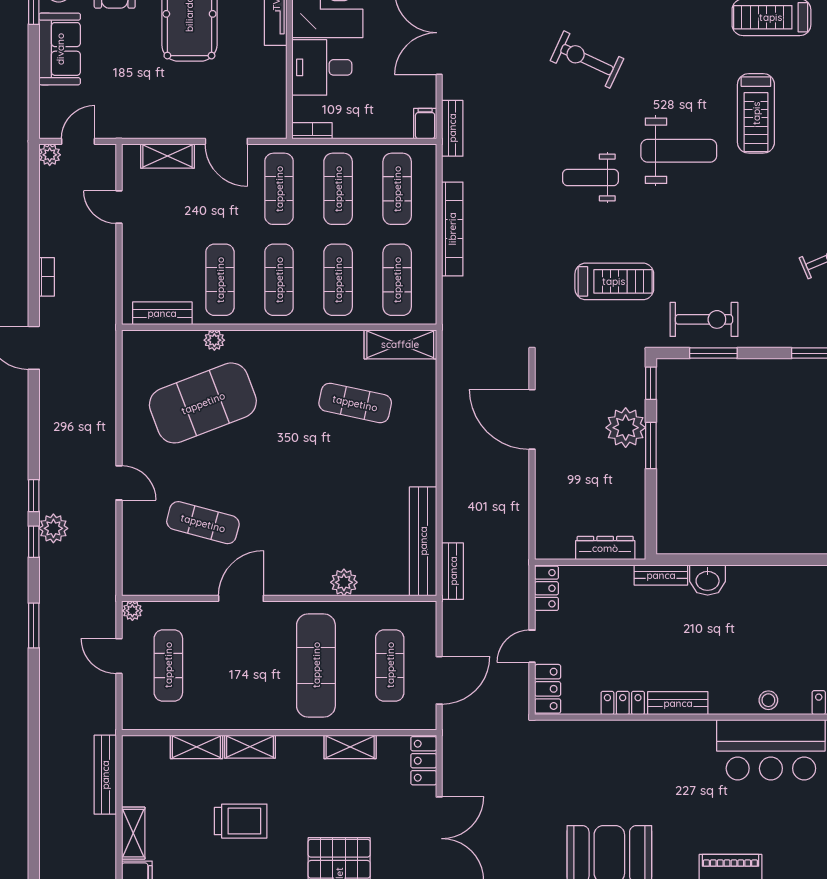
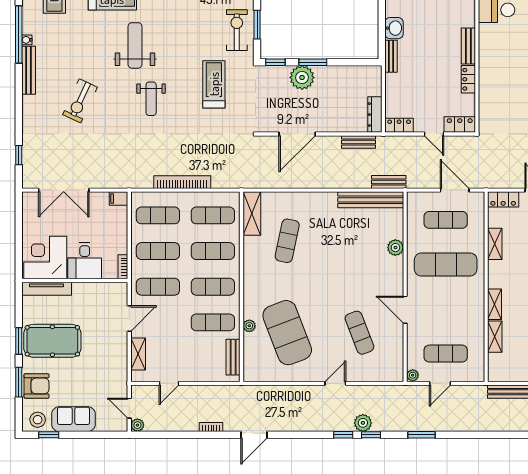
bench: (452, 128) -> (358, 142), moved
exercise mat: (203, 523) -> (359, 333), turned -36
dresser: (605, 548) -> (375, 115), moved

